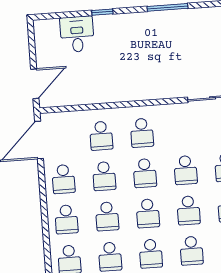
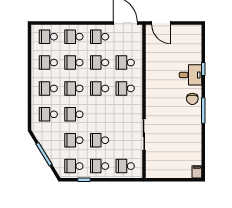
chair: (151, 26) -> (192, 99), added
desk: (77, 34) -> (191, 75), moved
school desk: (186, 170) -> (100, 114), removed

